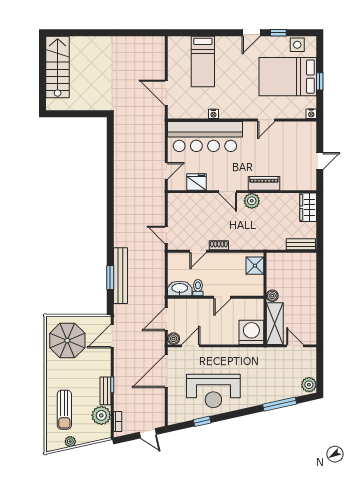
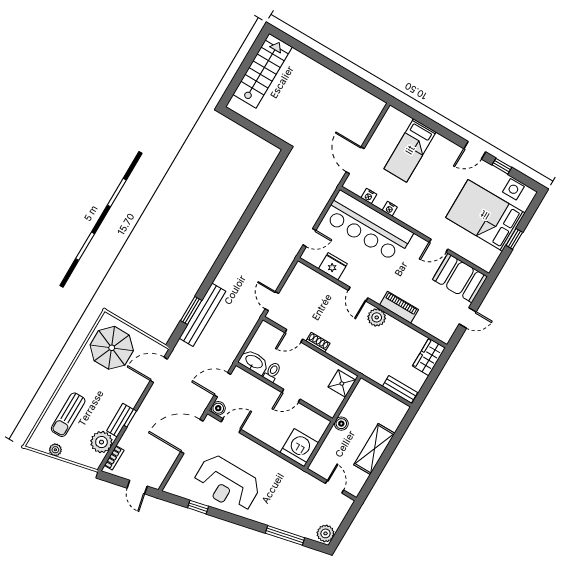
nightstand: (311, 114) -> (369, 196), moved
booth: (297, 135) -> (460, 278), added
shelving: (275, 324) -> (374, 449), moved

